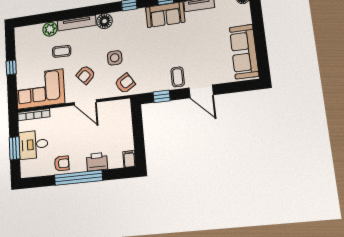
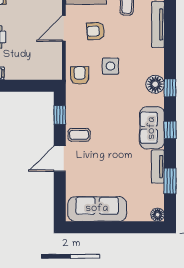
floor lamp: (105, 21) -> (155, 84), moved
armchair: (86, 75) -> (95, 31), turned -51
armchair: (125, 83) -> (80, 75), turned -148

